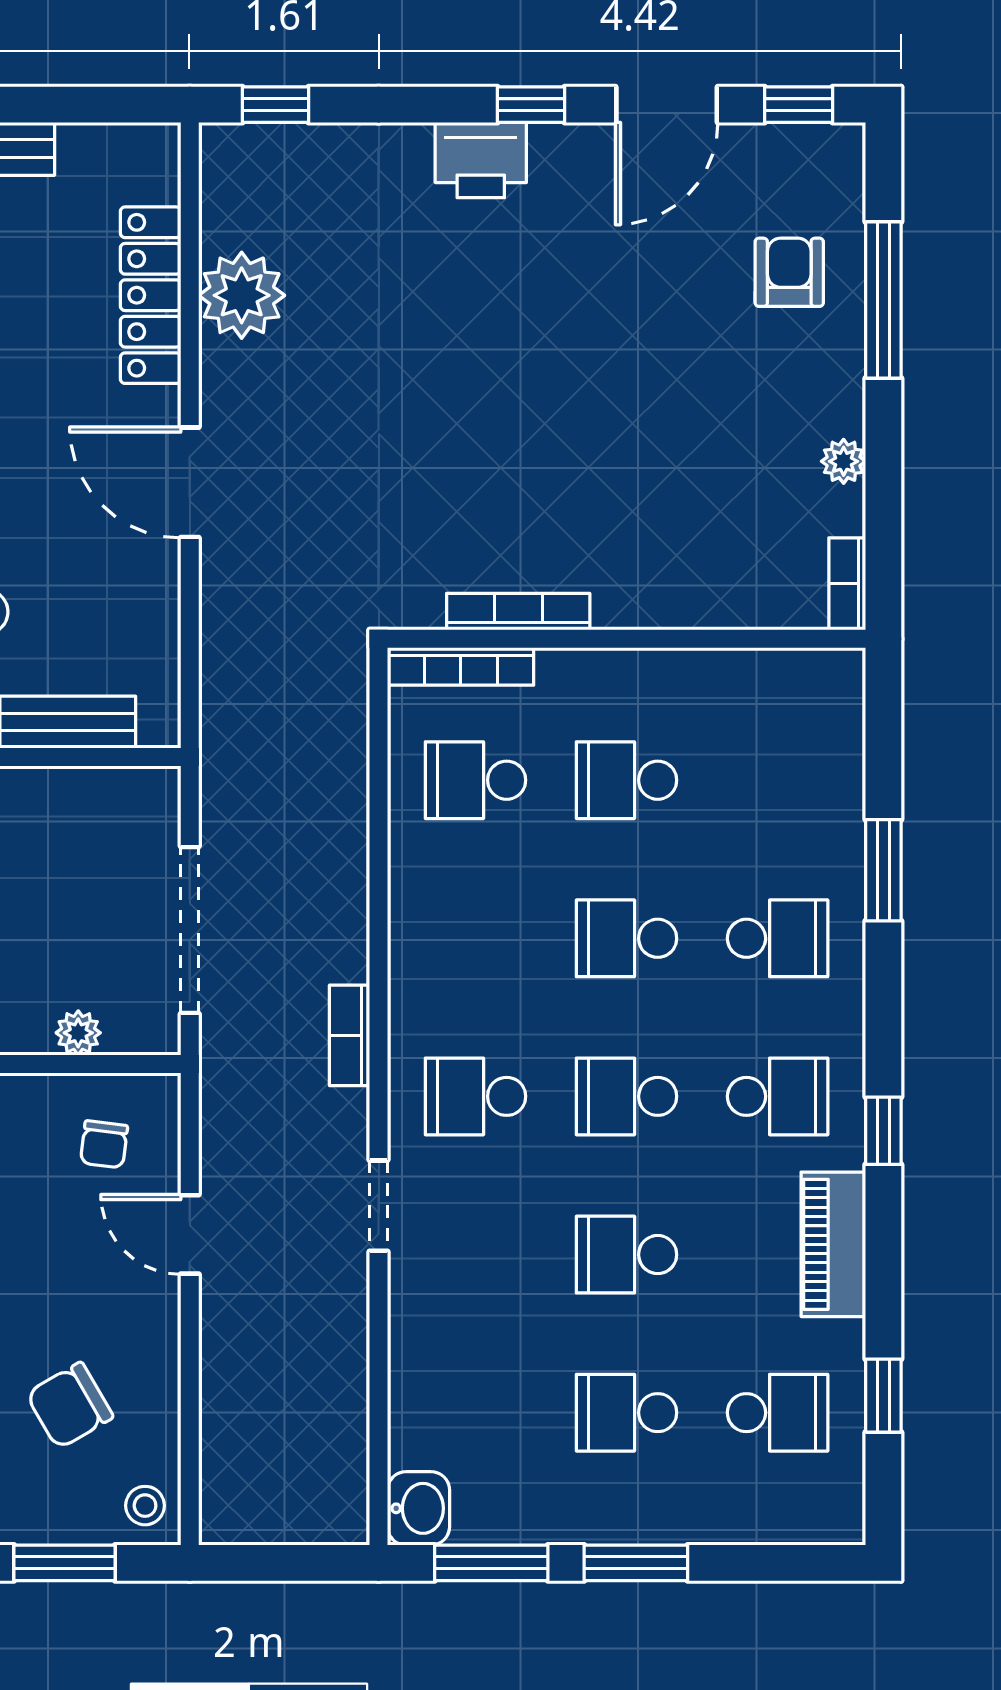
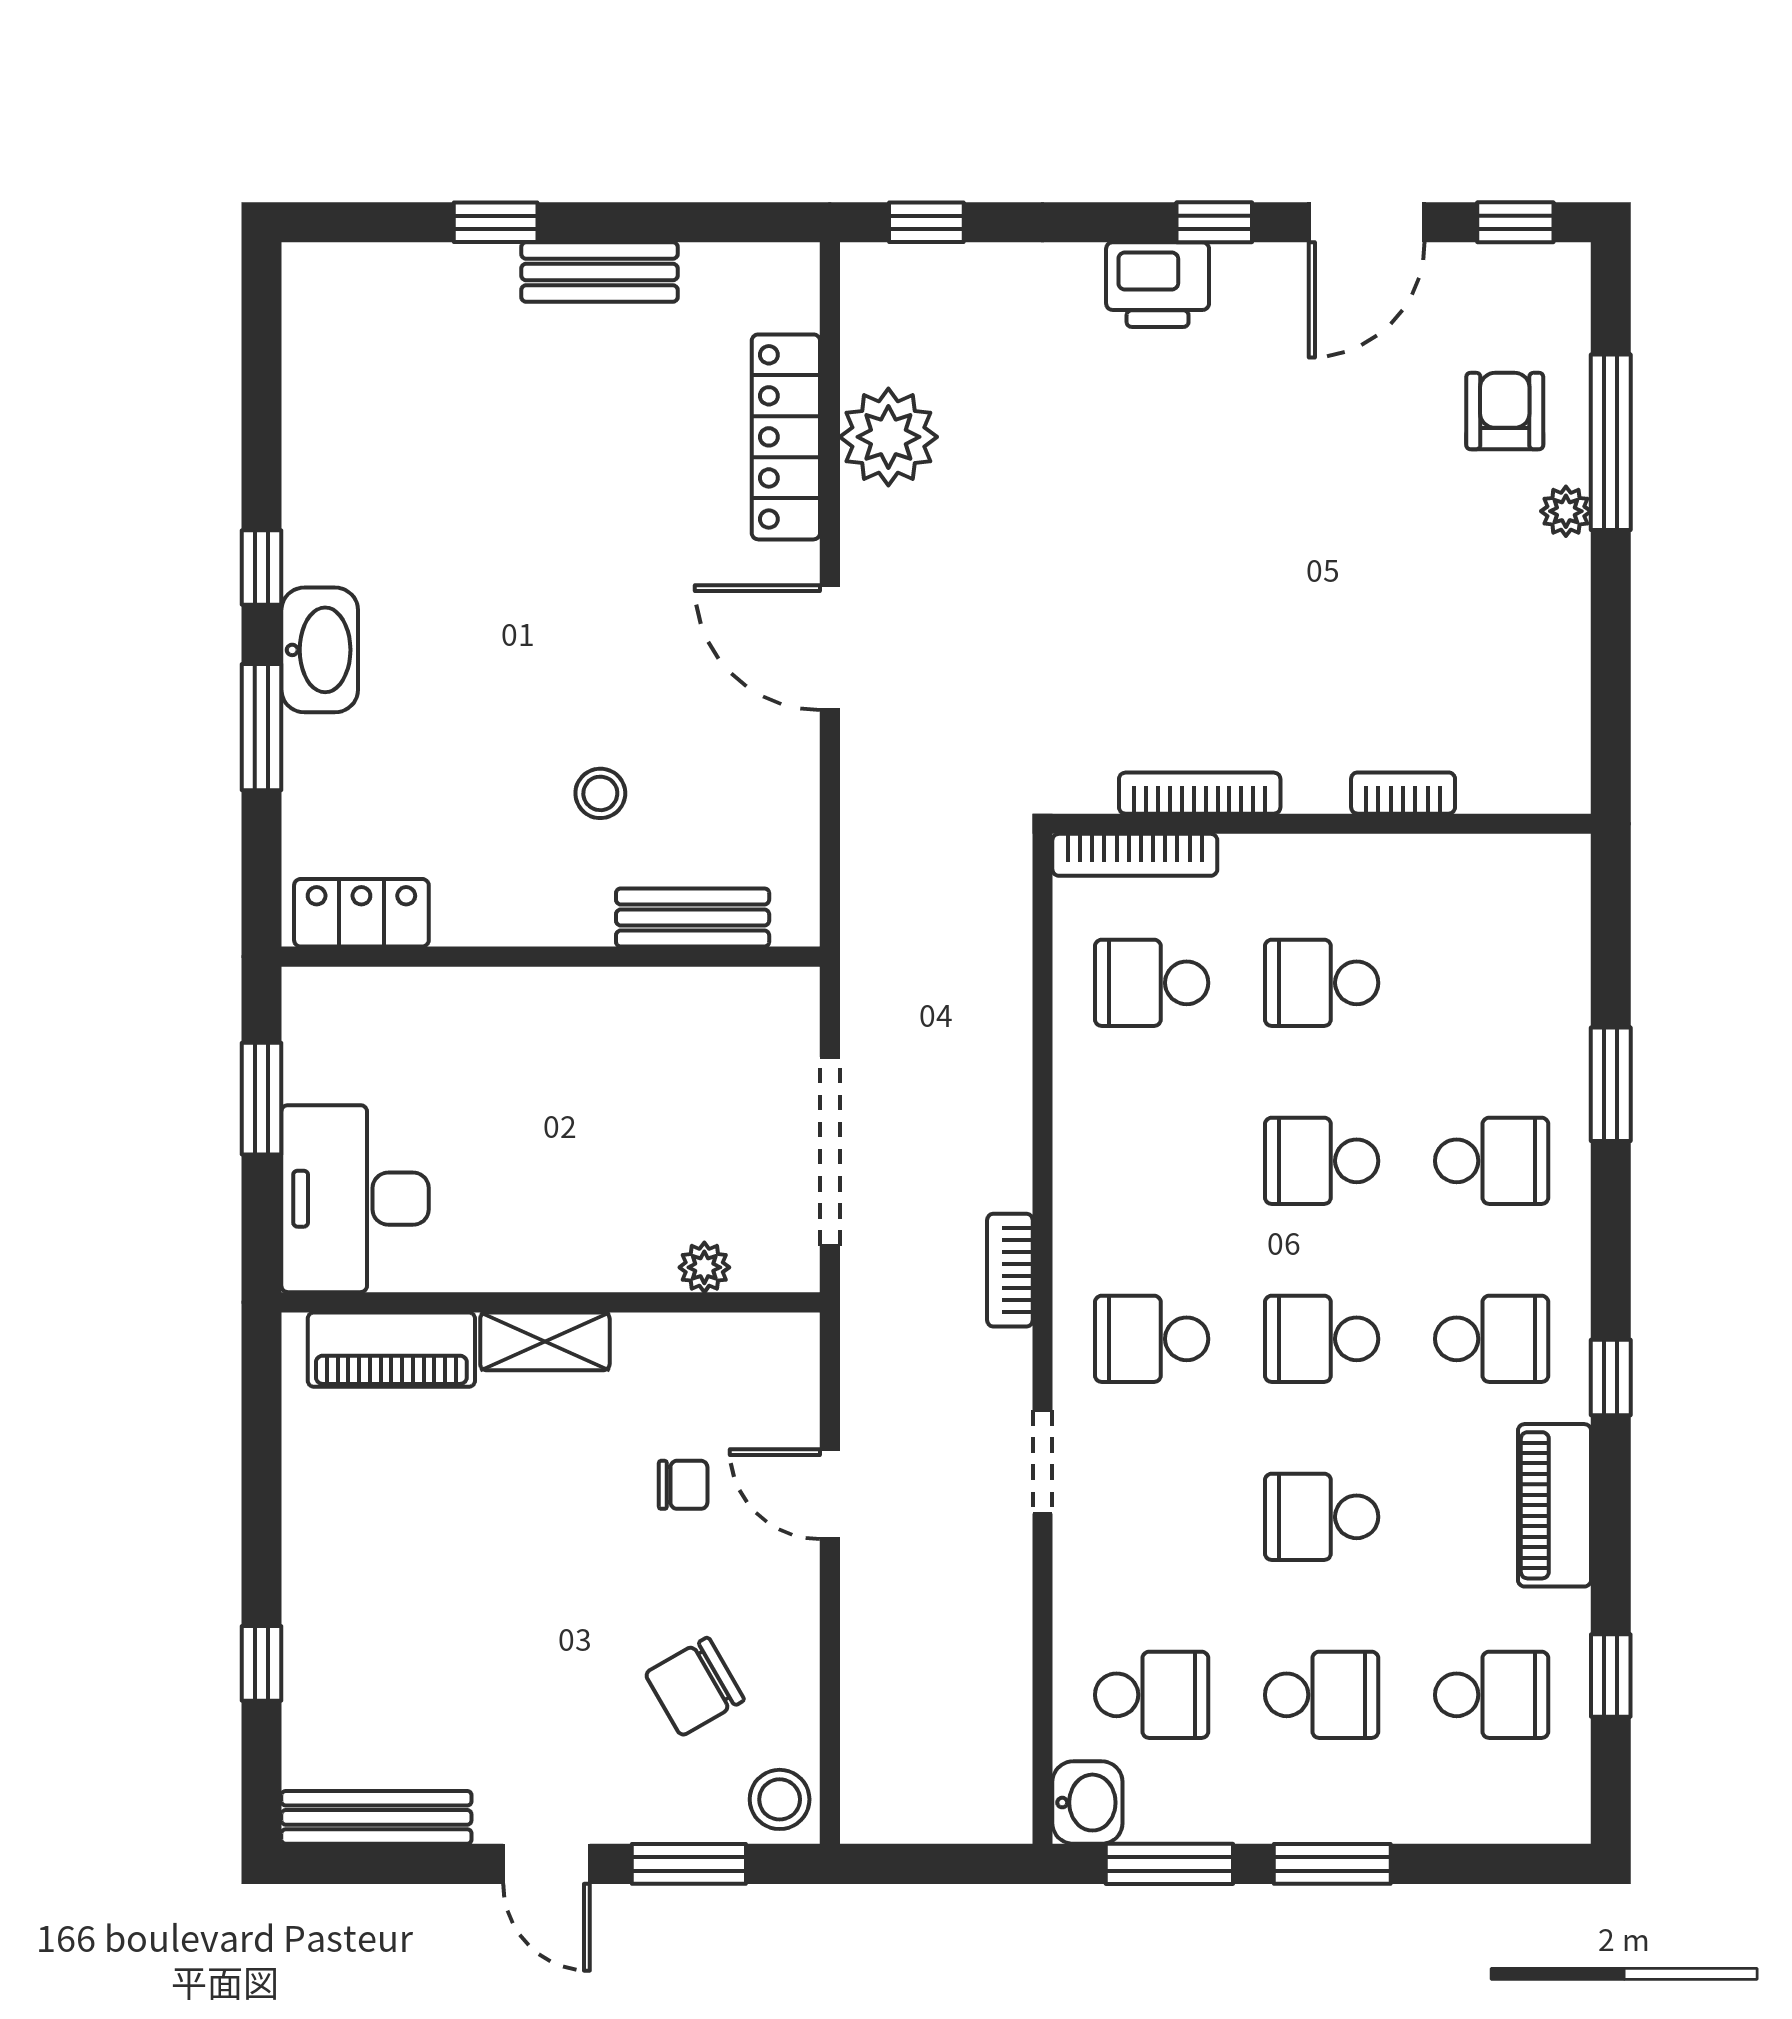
plant: (844, 461) -> (1566, 511), moved
bookcase: (847, 584) -> (1403, 793), moved, turned 90
chair: (104, 1144) -> (683, 1485), moved, turned -97
school desk: (476, 1413) -> (1152, 1695), added
school desk: (627, 1413) -> (1322, 1695), turned 180
stool: (145, 1506) -> (780, 1799), width x1.37, depth x1.37

